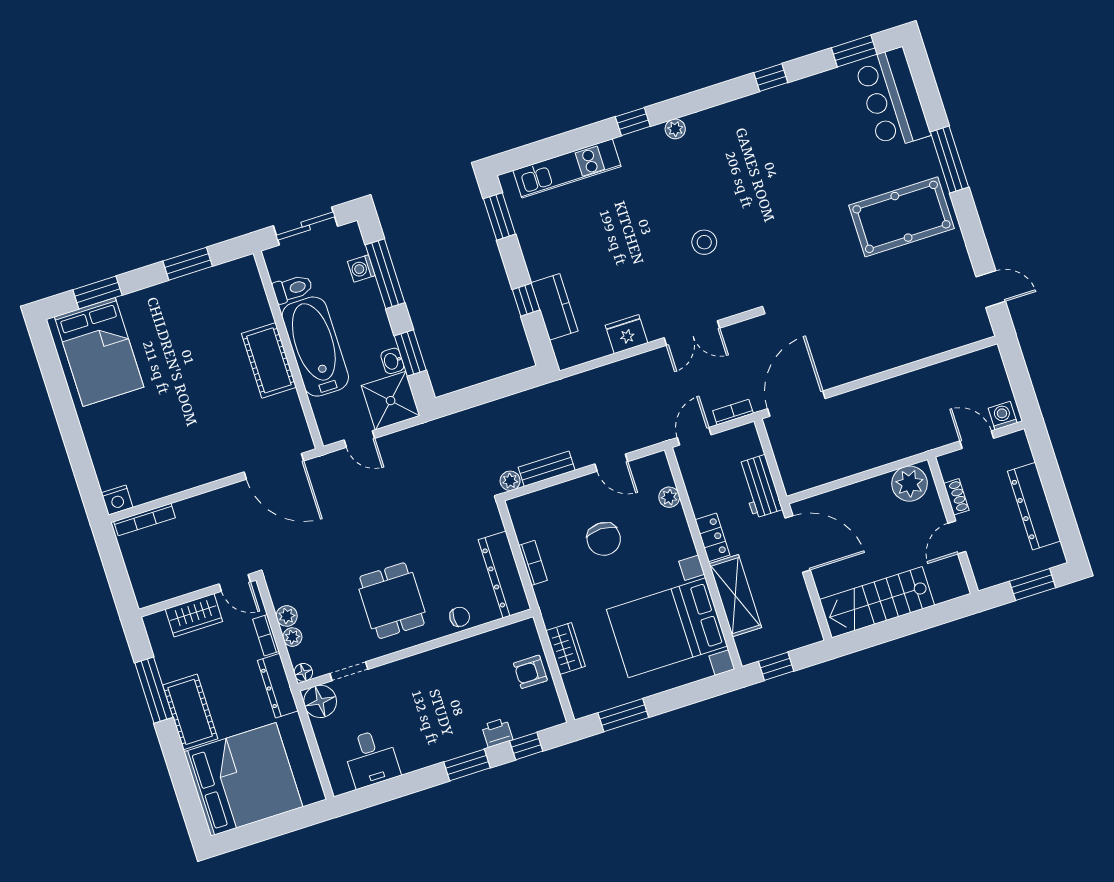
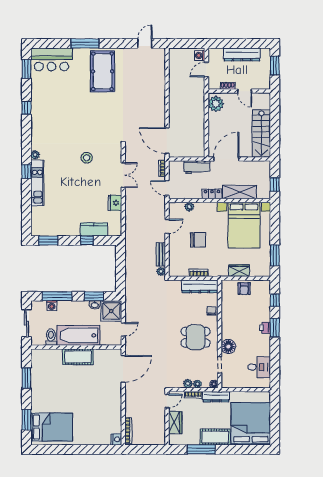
kitchen unit: (567, 168) -> (37, 183), moved
floor lamp: (320, 701) -> (228, 347), moved
printer: (497, 732) -> (265, 328), moved

